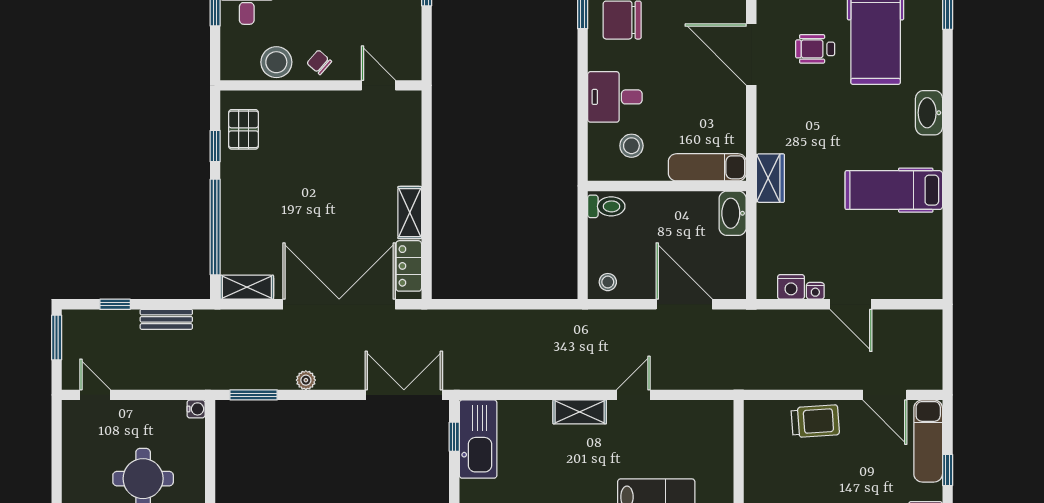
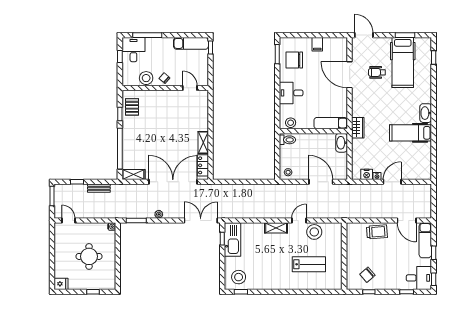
washbasin: (929, 113) -> (426, 113), moved
stool: (631, 146) -> (291, 123), moved
door: (851, 304) -> (392, 182), swing flipped
stool: (669, 421) -> (314, 232), added

